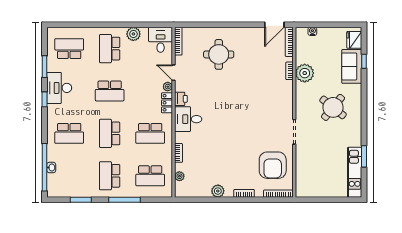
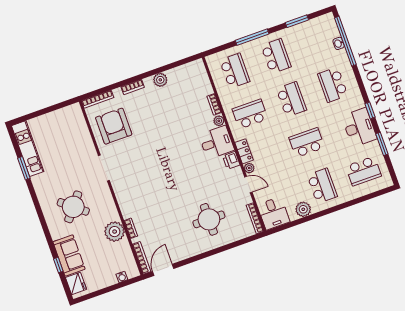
school desk: (69, 133) -> (333, 85), turned -90
school desk: (150, 176) -> (235, 71), turned 90
plant: (179, 176) -> (219, 121), moved

